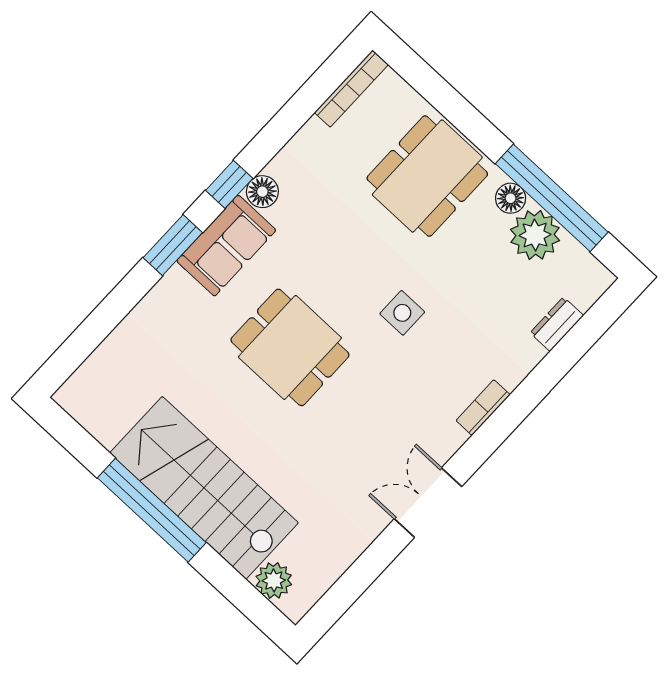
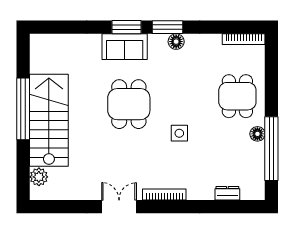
dining table: (427, 176) -> (237, 96), width x0.73
window: (229, 184) -> (168, 27), width x1.50
plant: (535, 235) -> (252, 155), removed
sofa: (226, 246) -> (125, 47), moved
bookcase: (483, 408) -> (164, 194), width x1.56

